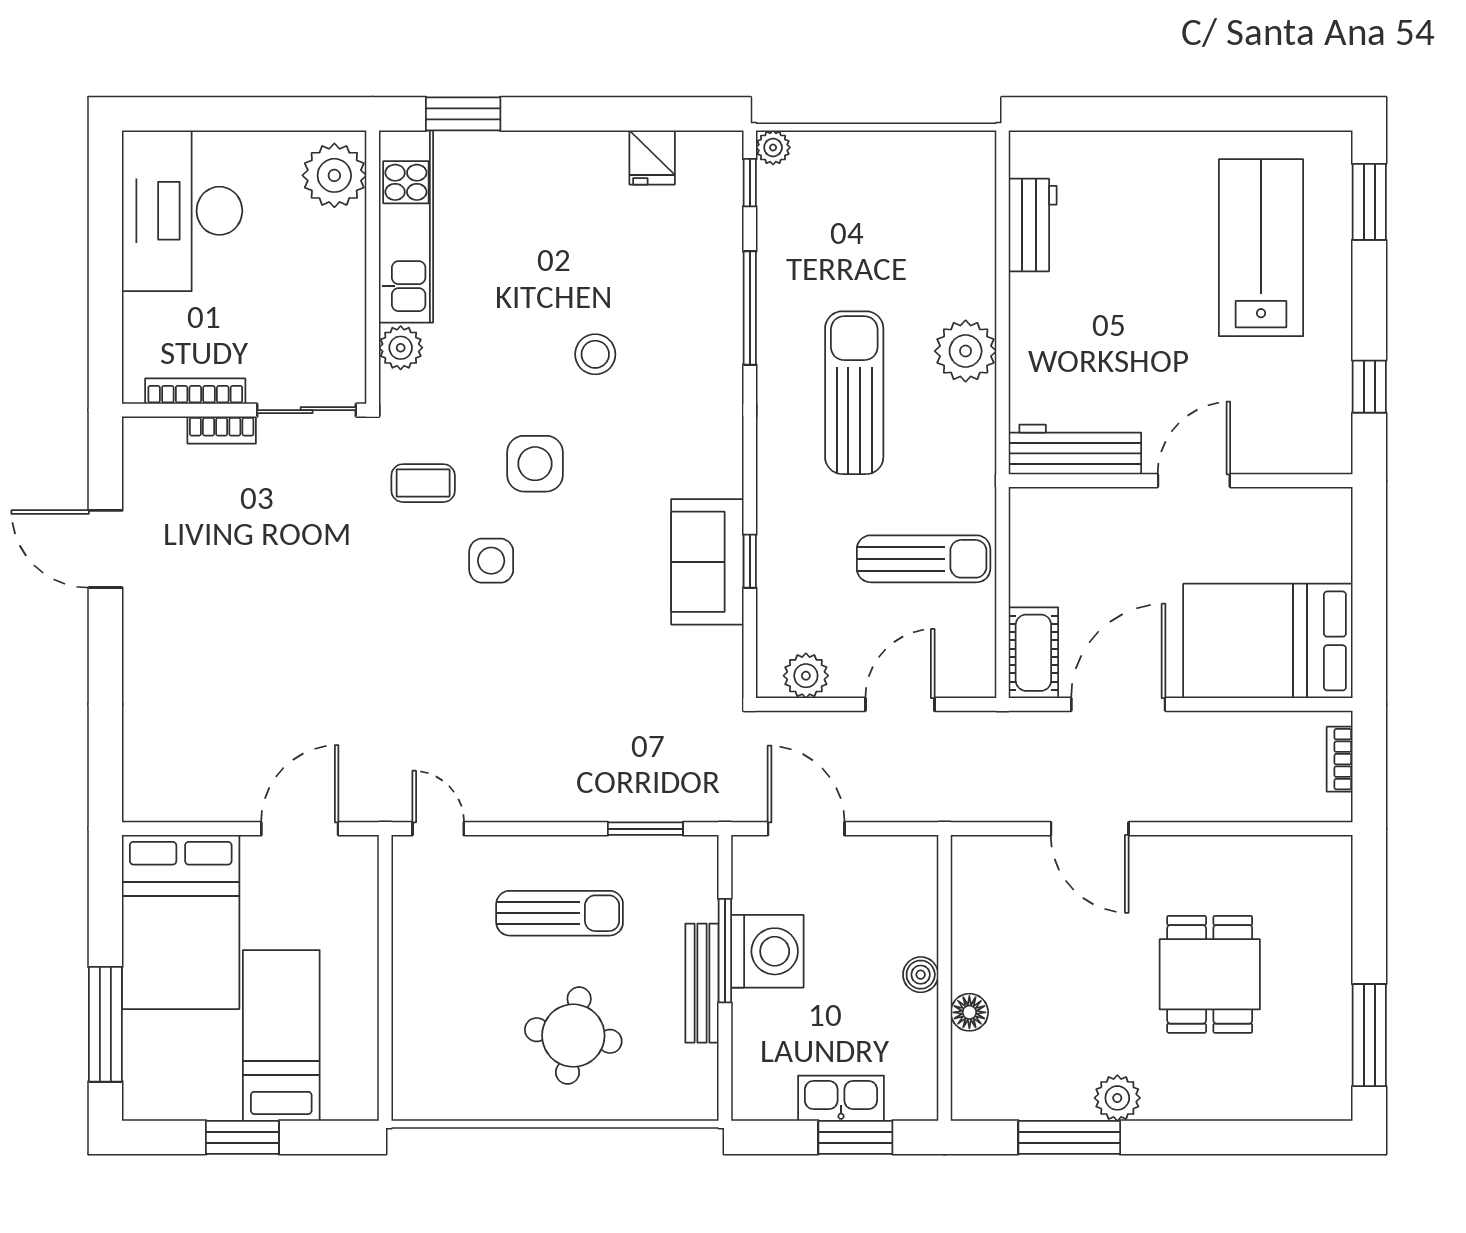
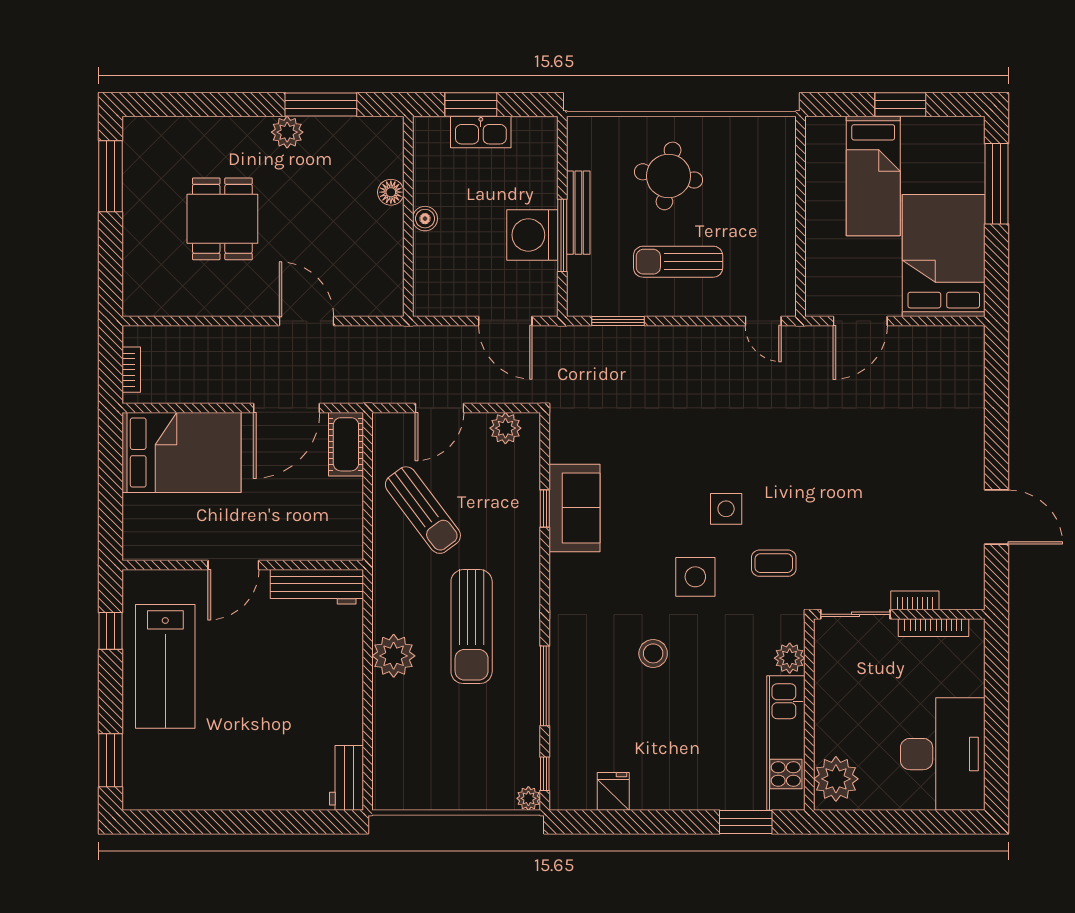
workbench: (1033, 225) -> (346, 778), moved
lab bench: (1261, 248) -> (165, 666), moved
sun lounger: (924, 559) -> (423, 510), turned -127

